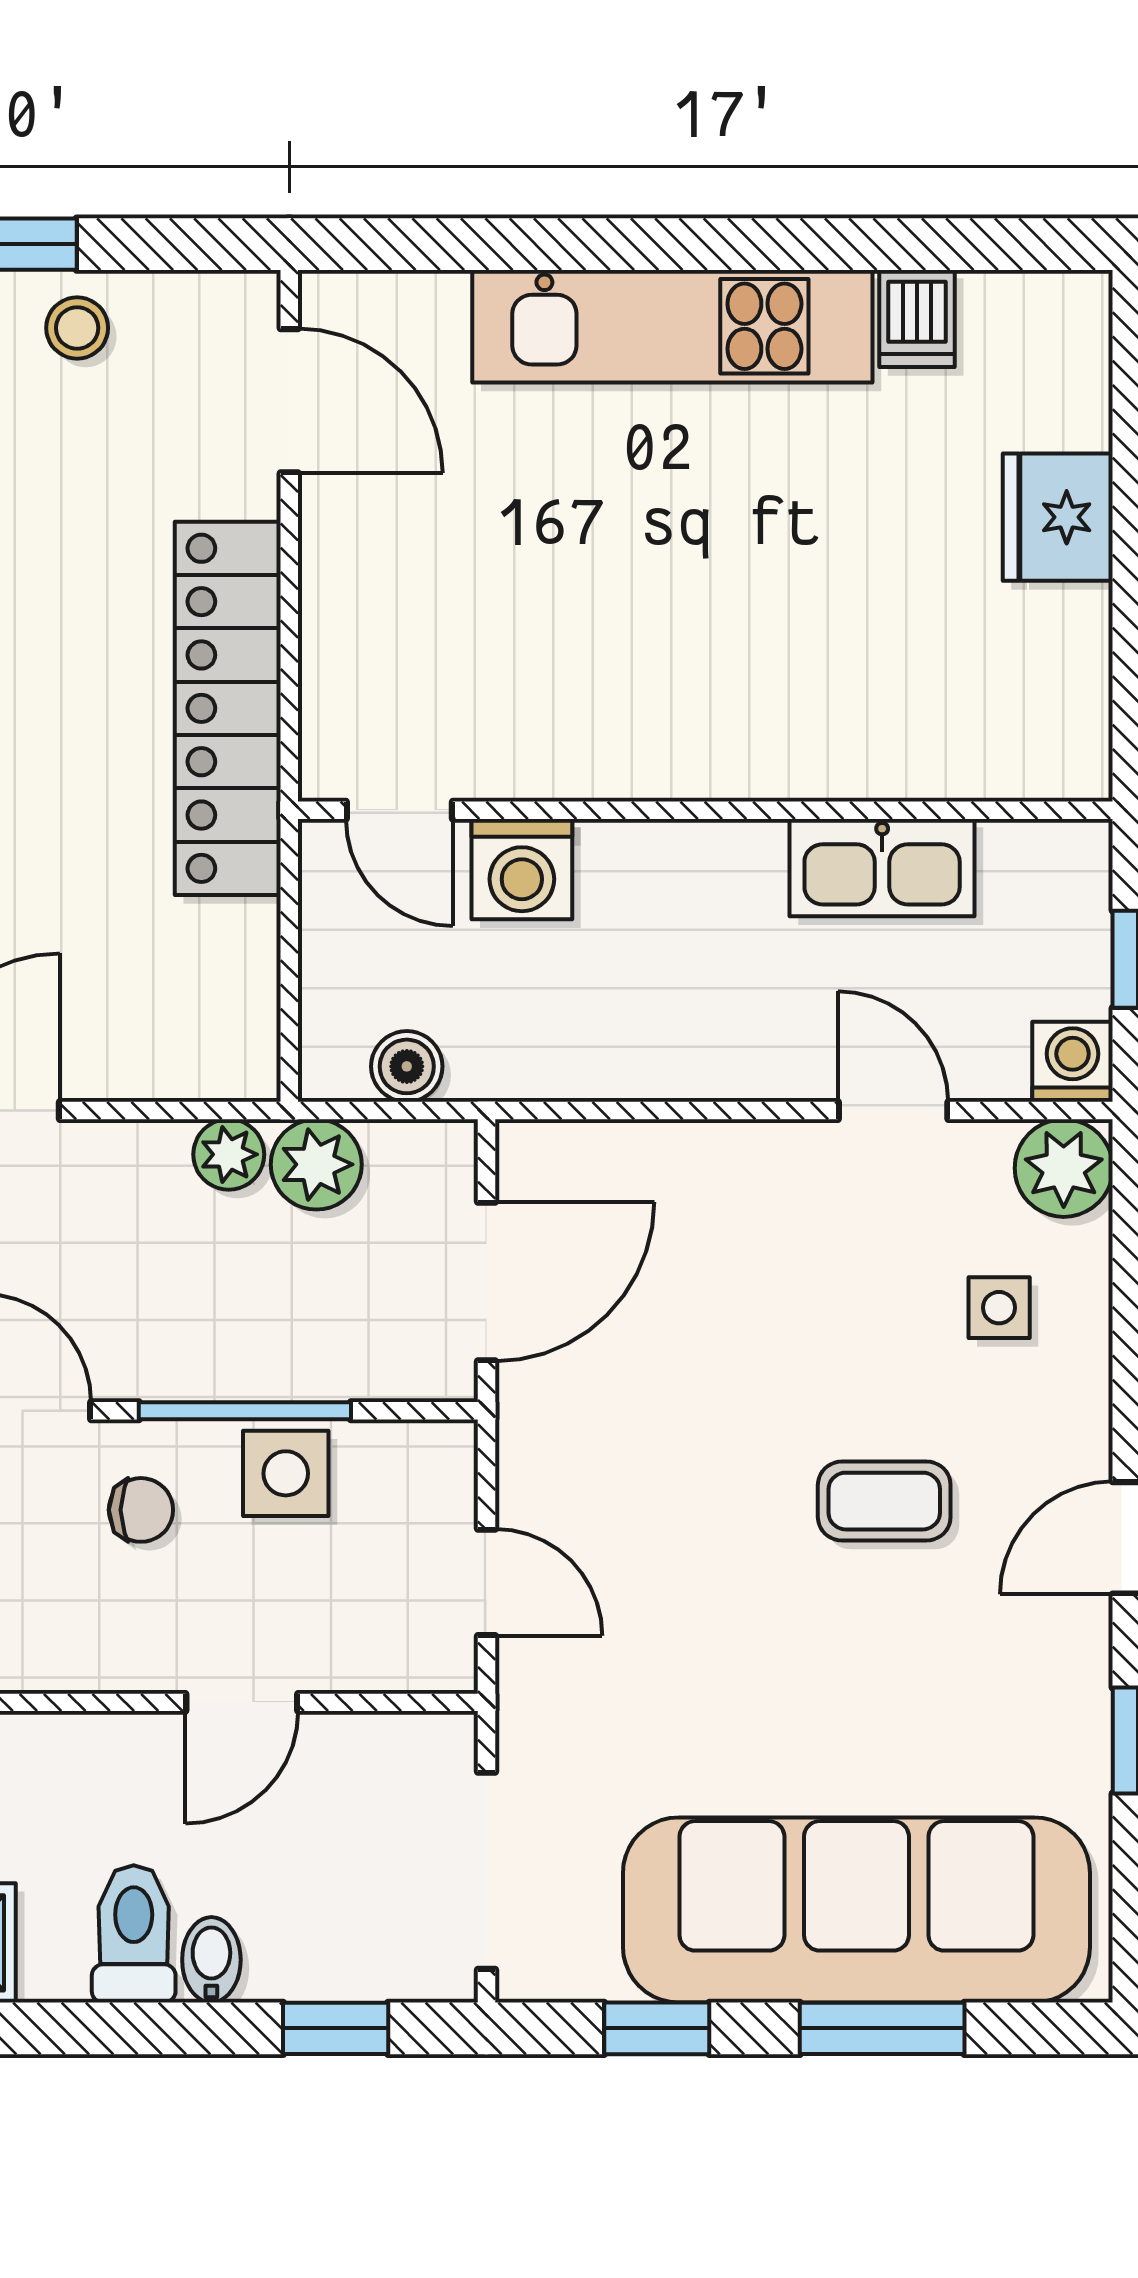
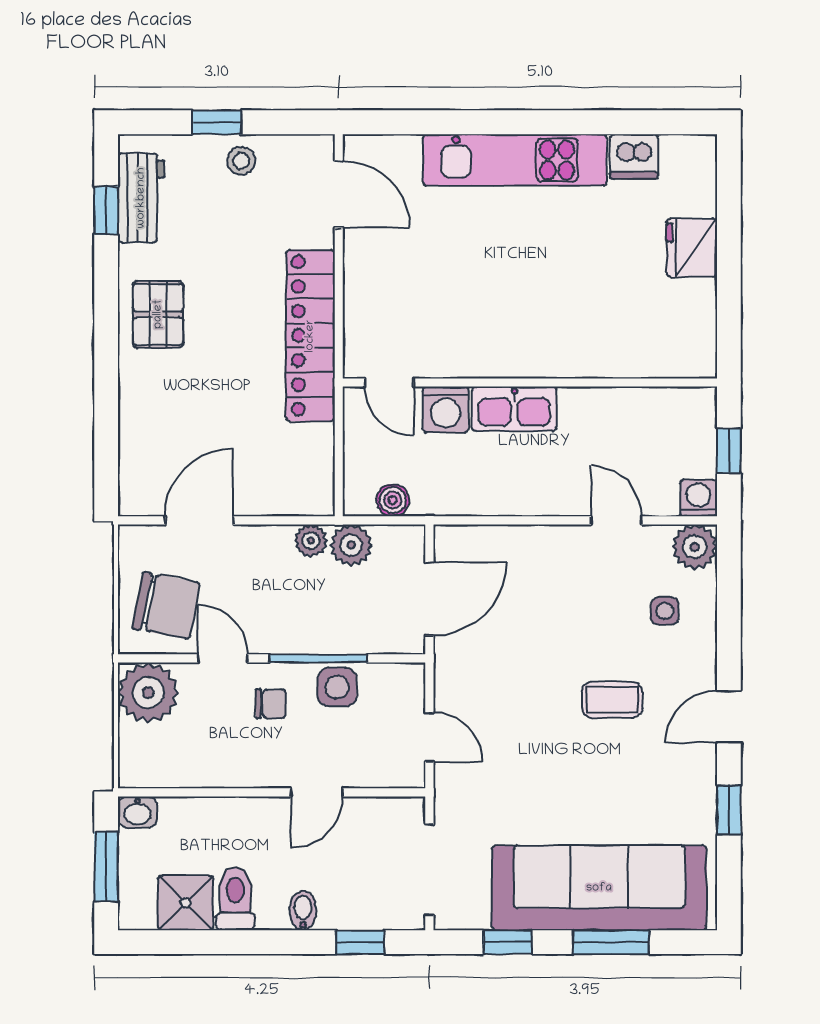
dishwasher: (917, 319) -> (634, 156), width x1.38
kitchen sink: (882, 868) -> (514, 409), moved
toilet: (134, 1934) -> (235, 899), moved

